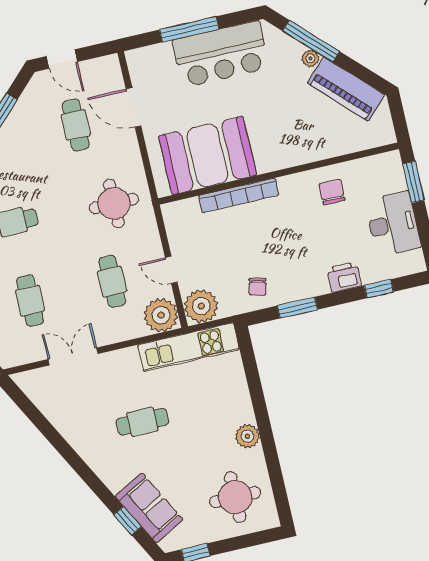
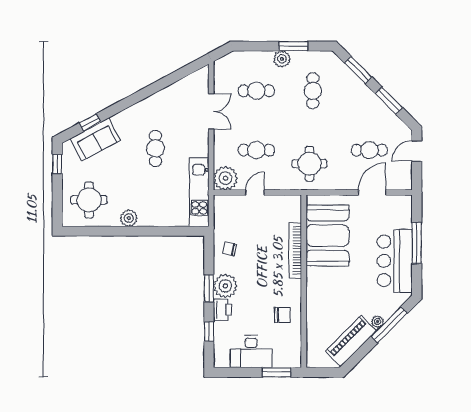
plant: (201, 306) -> (225, 286), moved
window: (297, 308) -> (209, 288), moved

